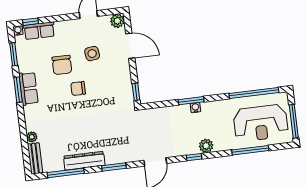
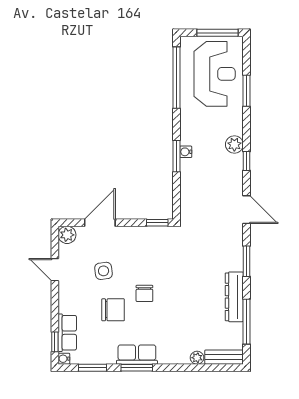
window: (250, 150) -> (247, 91), width x0.69

